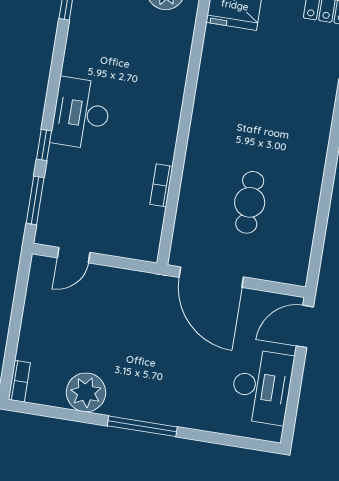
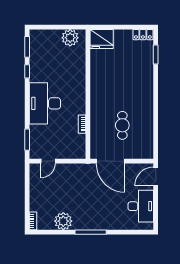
desk: (81, 113) -> (45, 103), width x1.36, depth x1.30
window: (44, 145) -> (27, 71), moved

